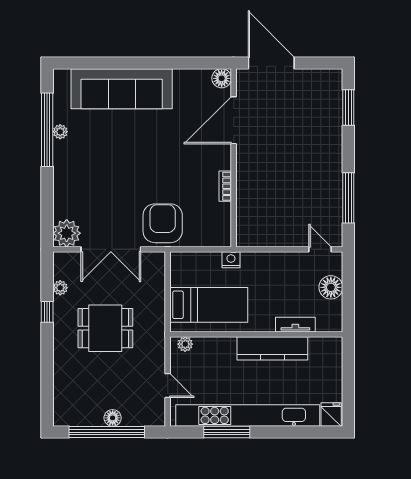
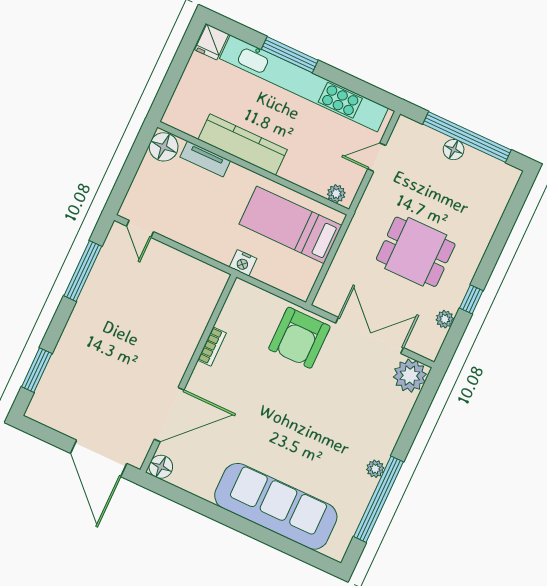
plant: (60, 132) -> (375, 469), moved
floor lamp: (331, 287) -> (164, 147), moved
door: (168, 386) -> (377, 157), hinge flipped
window: (227, 432) -> (290, 55), moved

